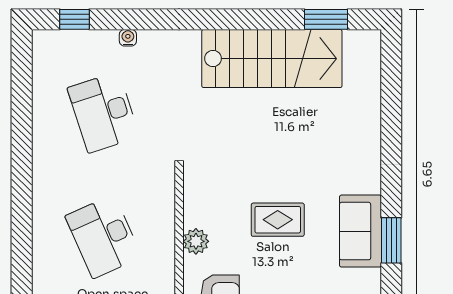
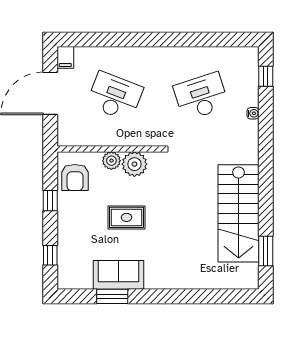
plant: (201, 208) -> (134, 164), added
rug: (278, 220) -> (126, 217), turned 90
desk: (103, 237) -> (115, 96), turned 45

